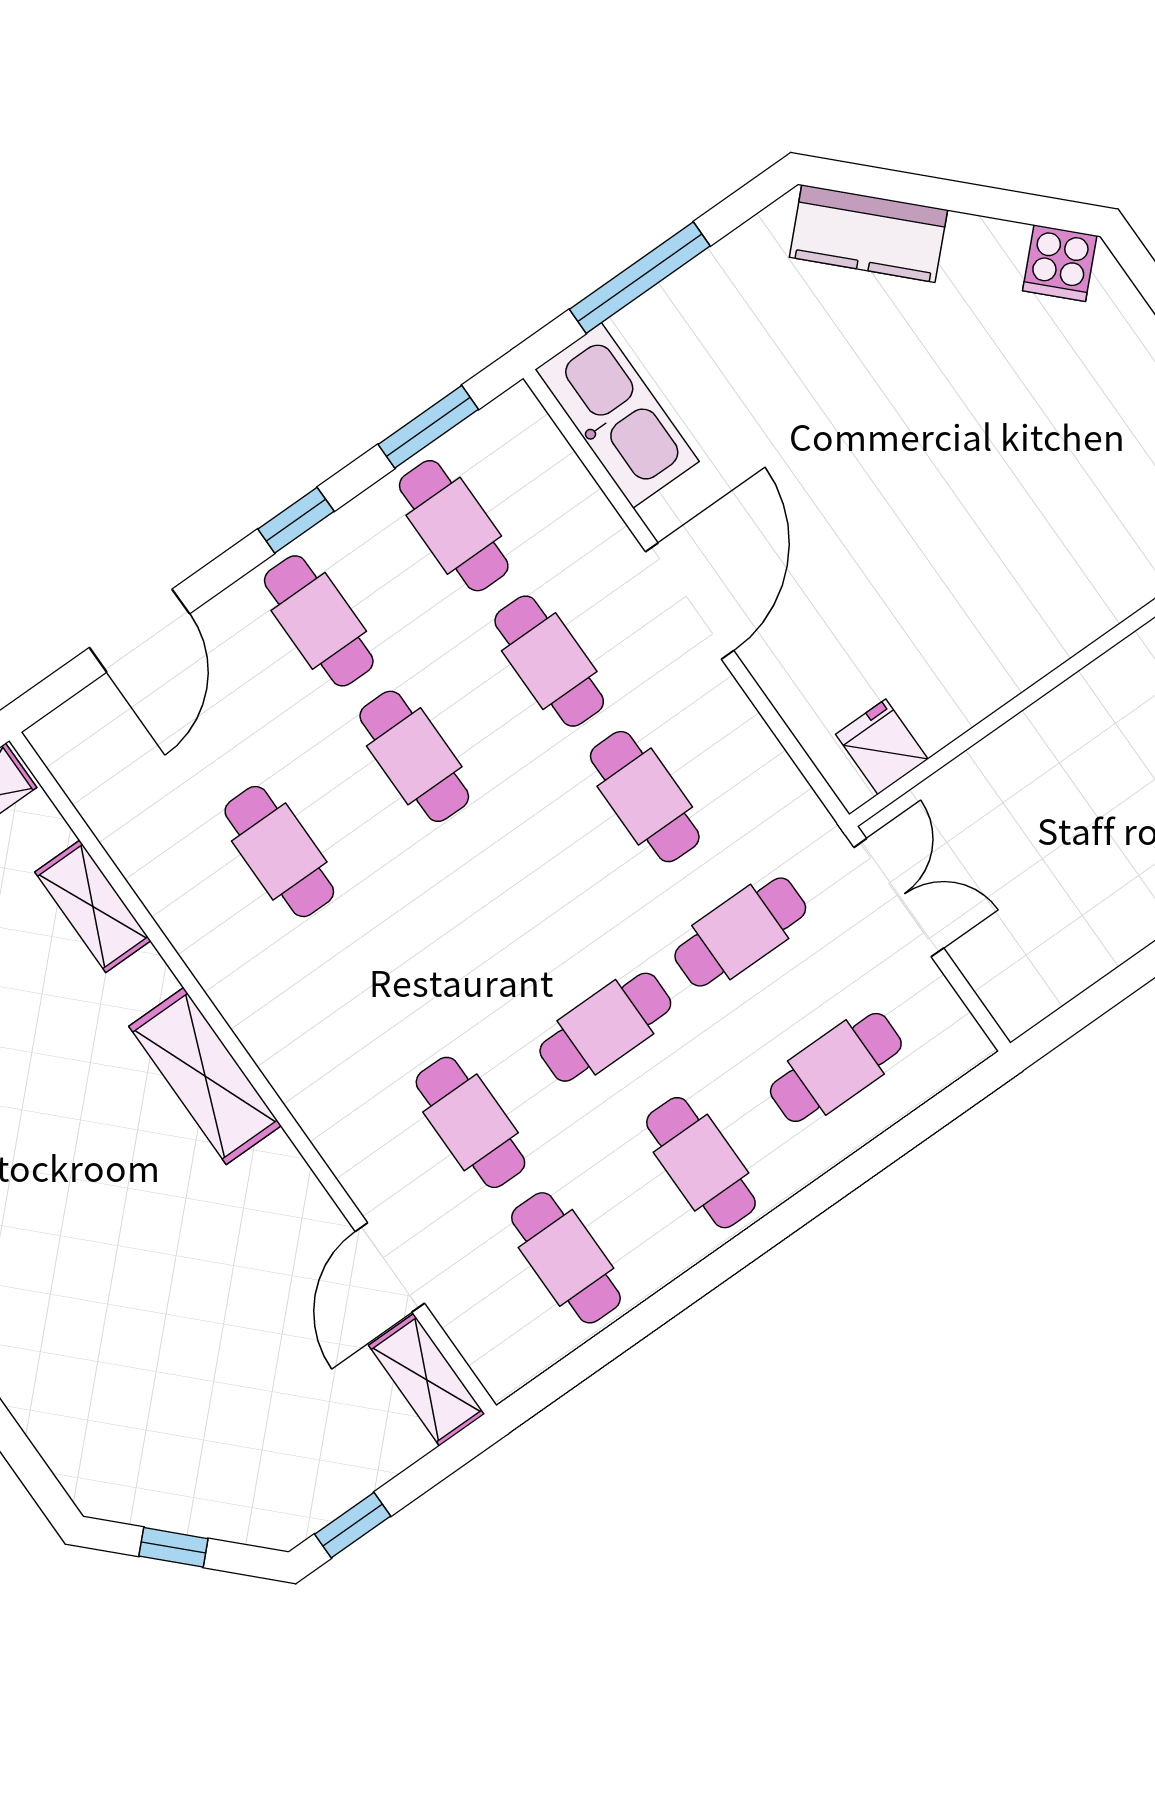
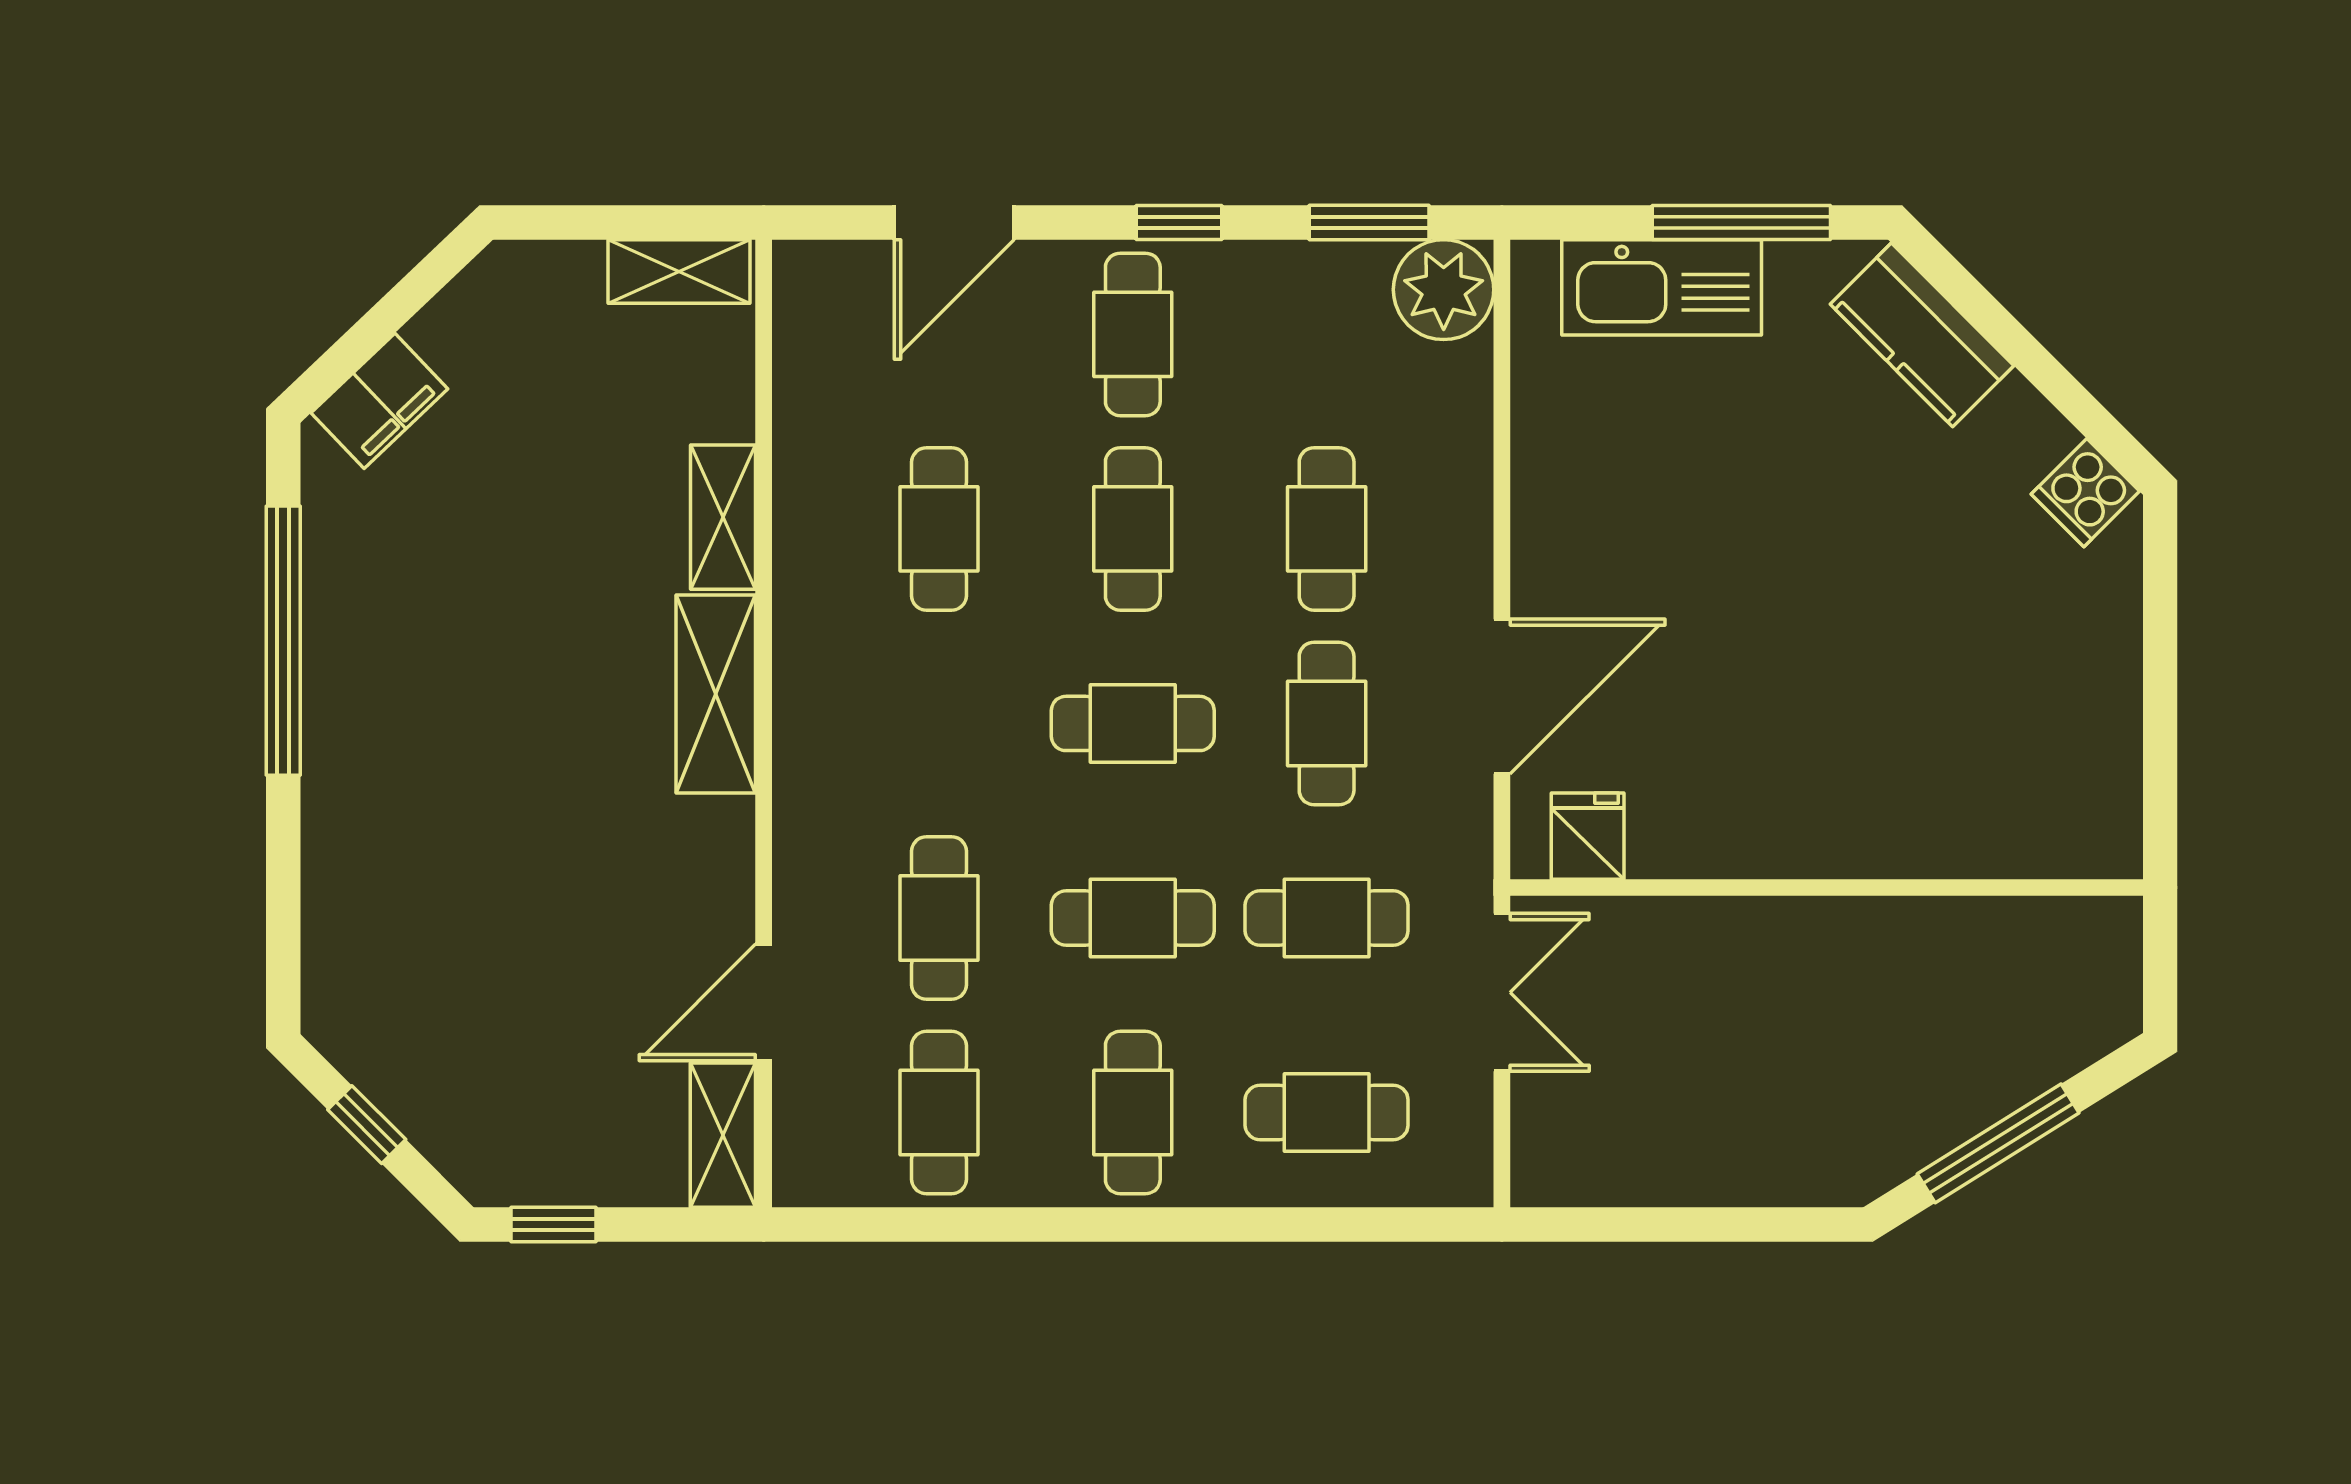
window: (640, 278) -> (1741, 222), moved
kitchen sink: (617, 415) -> (1662, 287), moved, turned 90
plant: (513, 437) -> (1444, 290), added
cafe table: (454, 526) -> (1133, 723), moved, turned 90
door: (690, 601) -> (1502, 696), moved
shelving: (93, 906) -> (723, 517), moved

